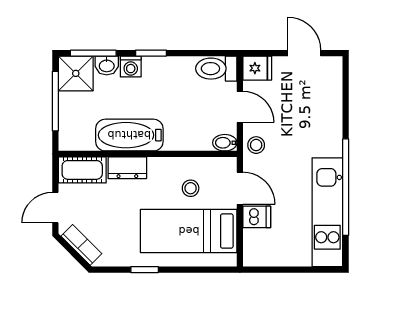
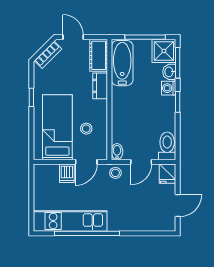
bathtub: (129, 135) -> (122, 63), moved

